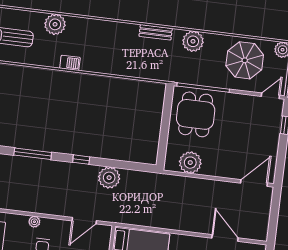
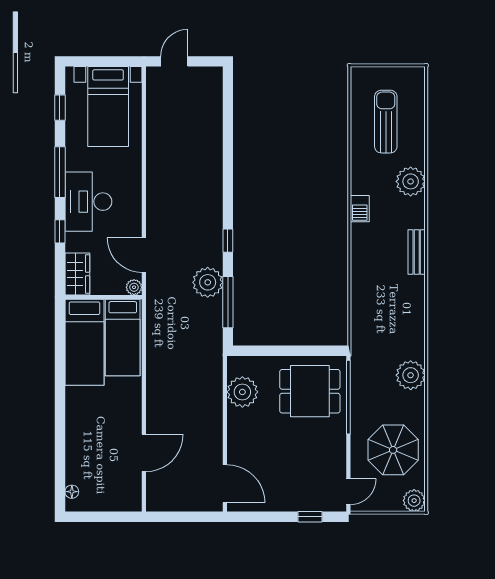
bench: (156, 32) -> (417, 252), moved
door: (270, 96) -> (348, 492), hinge flipped
window: (33, 154) -> (228, 302), moved
plant: (34, 222) -> (134, 287), moved

